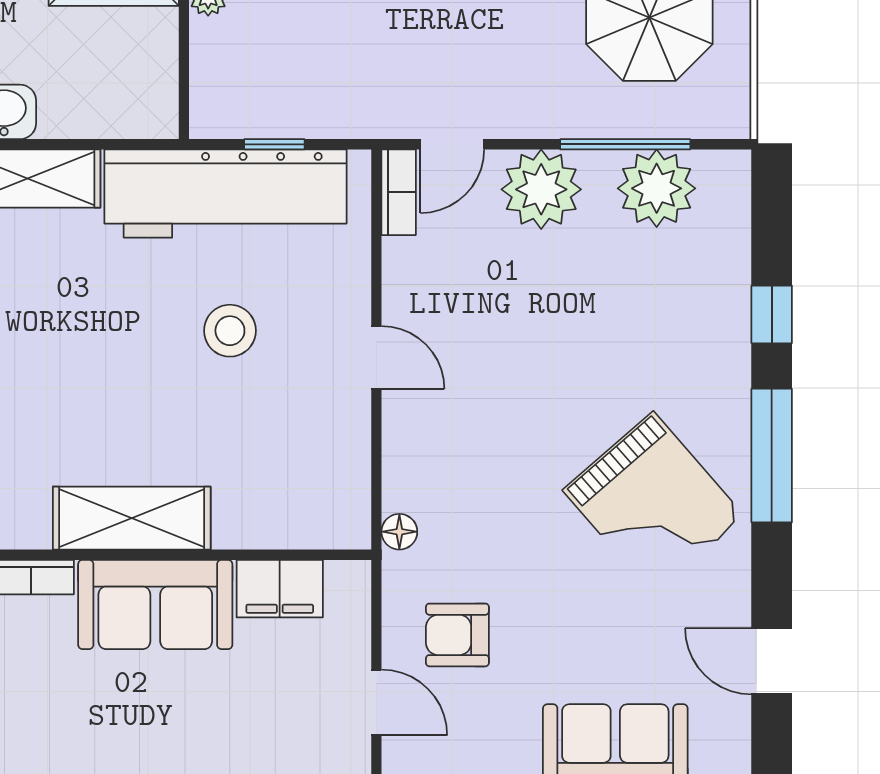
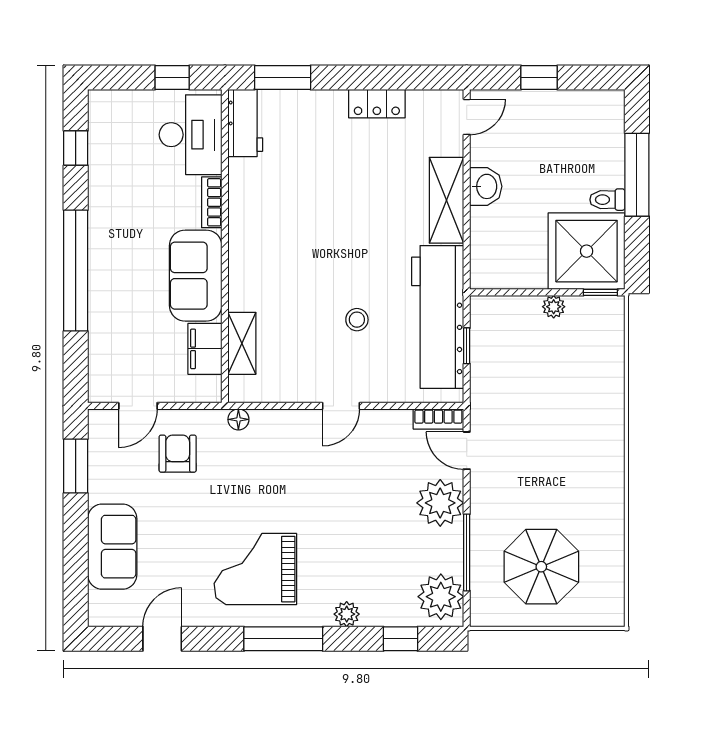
plant: (657, 188) -> (441, 597), moved
window: (772, 314) -> (401, 639), moved
stool: (230, 331) -> (357, 320), width x0.73, depth x0.73
plant: (730, 348) -> (347, 614), added
grand piano: (653, 503) -> (255, 569), turned 41
shelving: (132, 518) -> (242, 343), moved, width x0.67, depth x0.75

